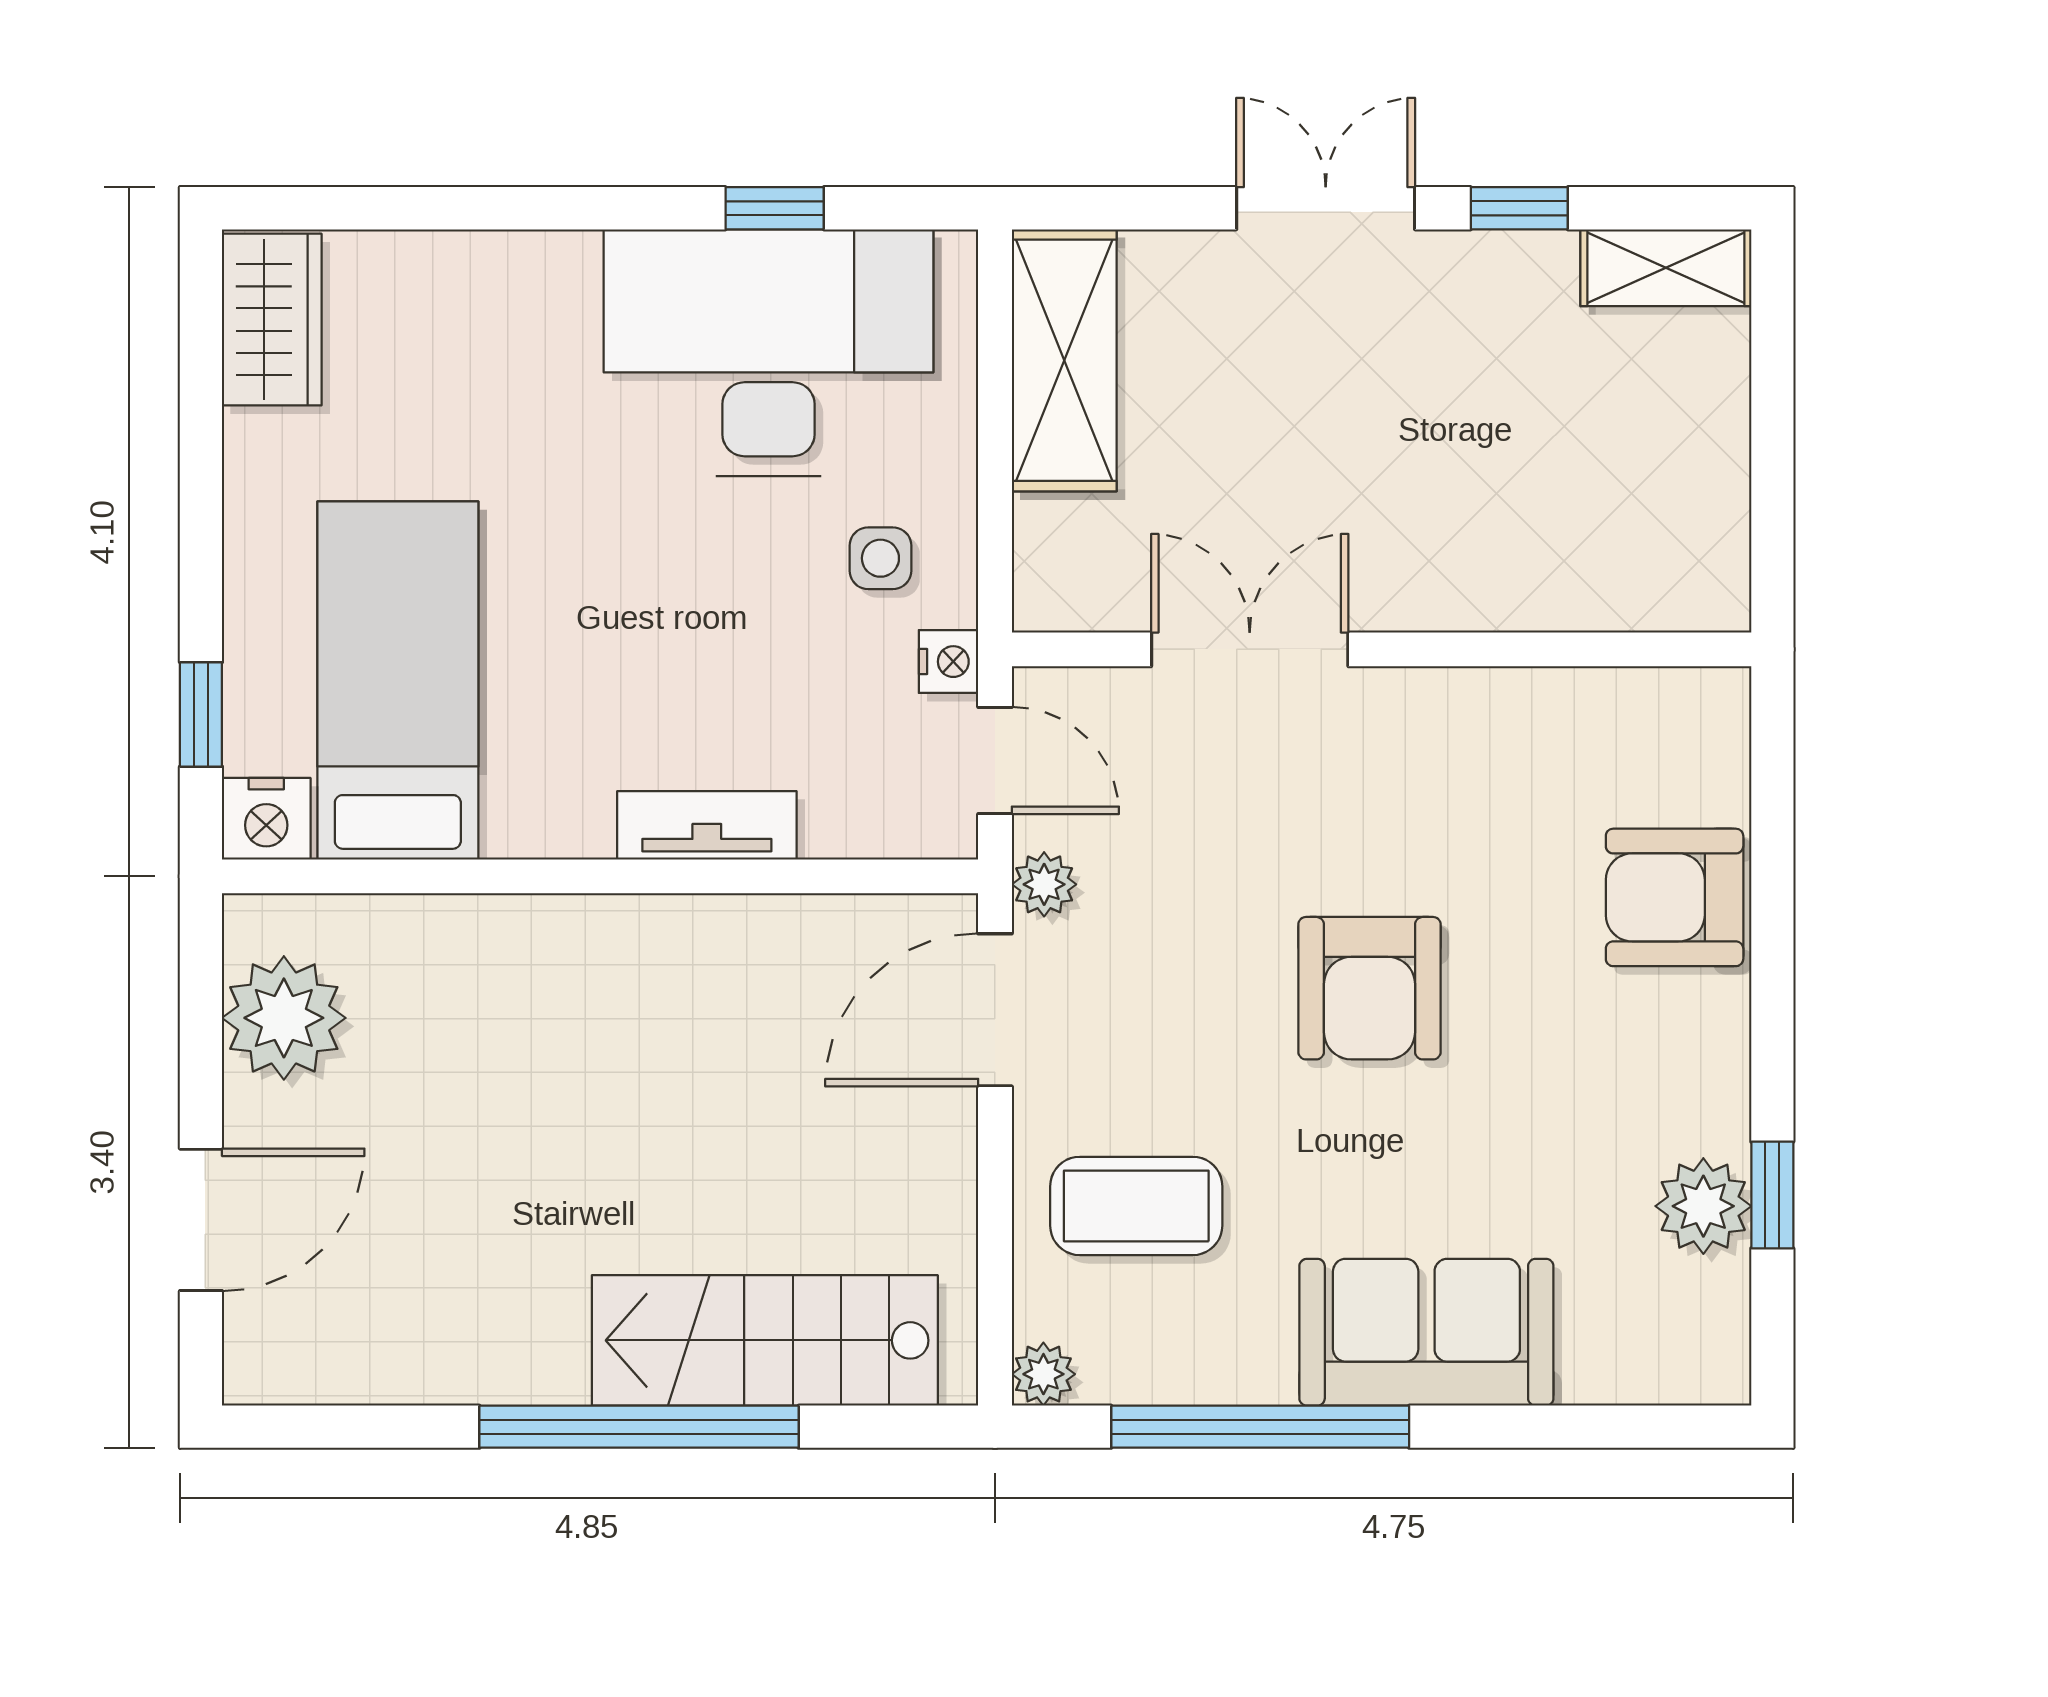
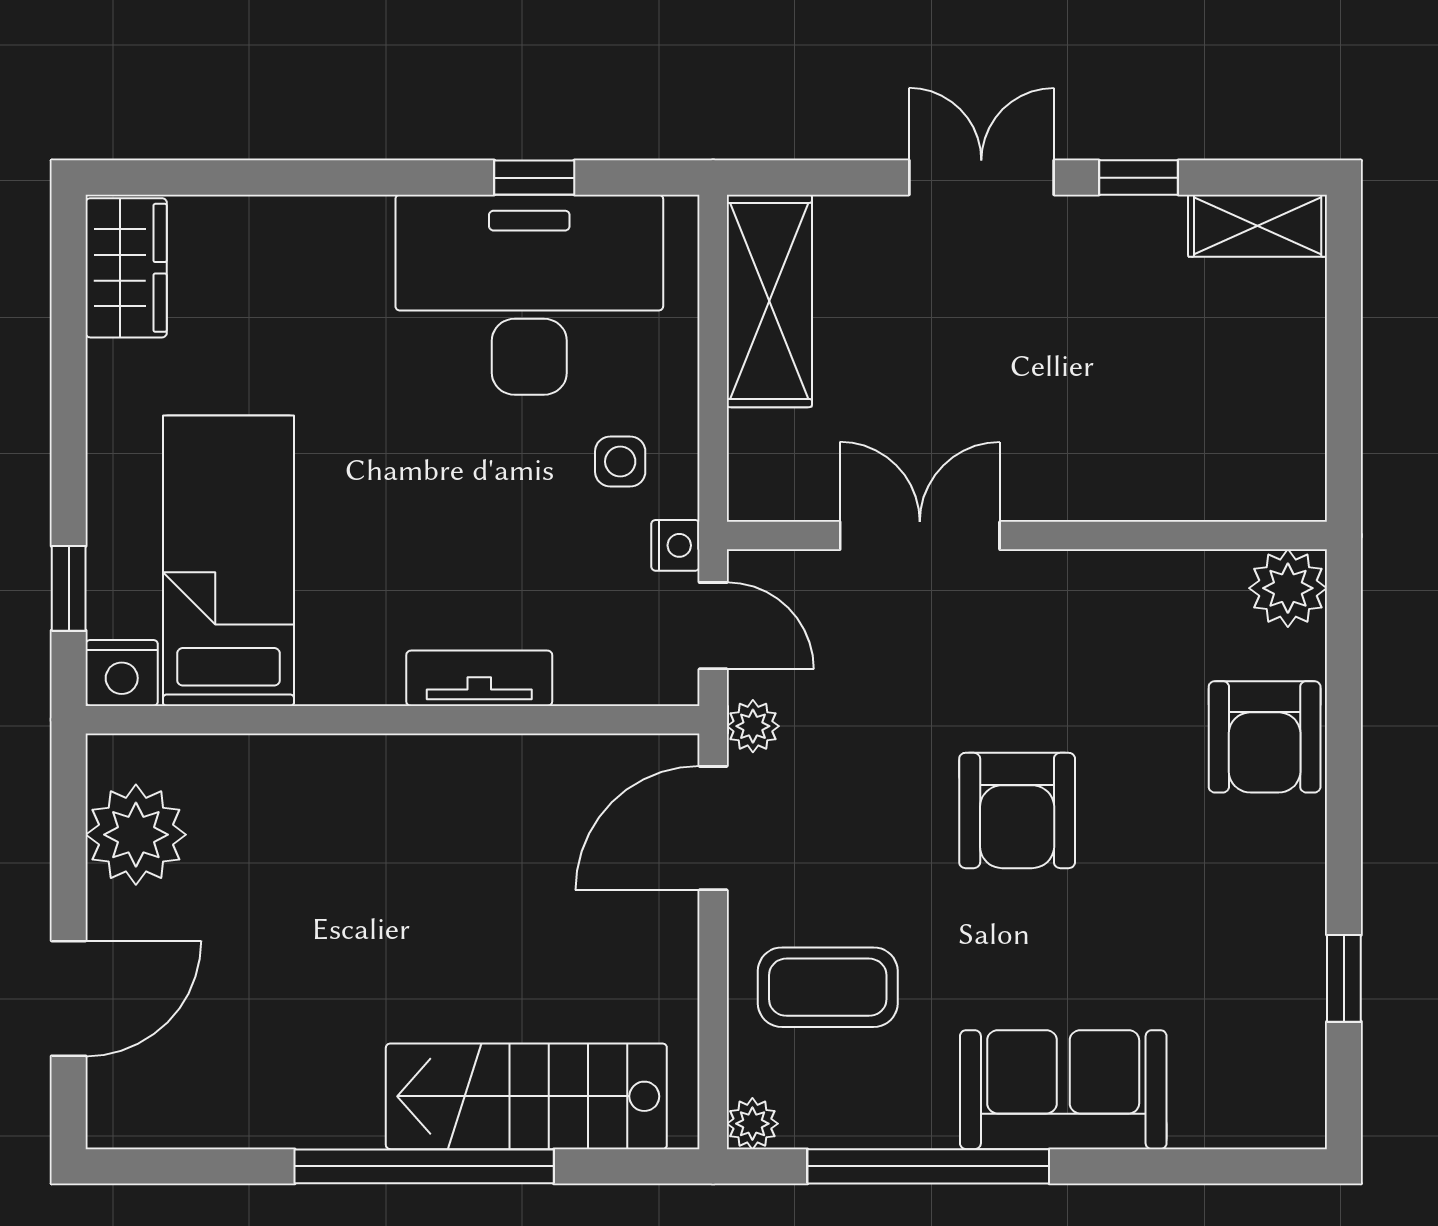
armchair: (1675, 897) -> (1265, 737), turned -90
plant: (1703, 1206) -> (1288, 588), moved

